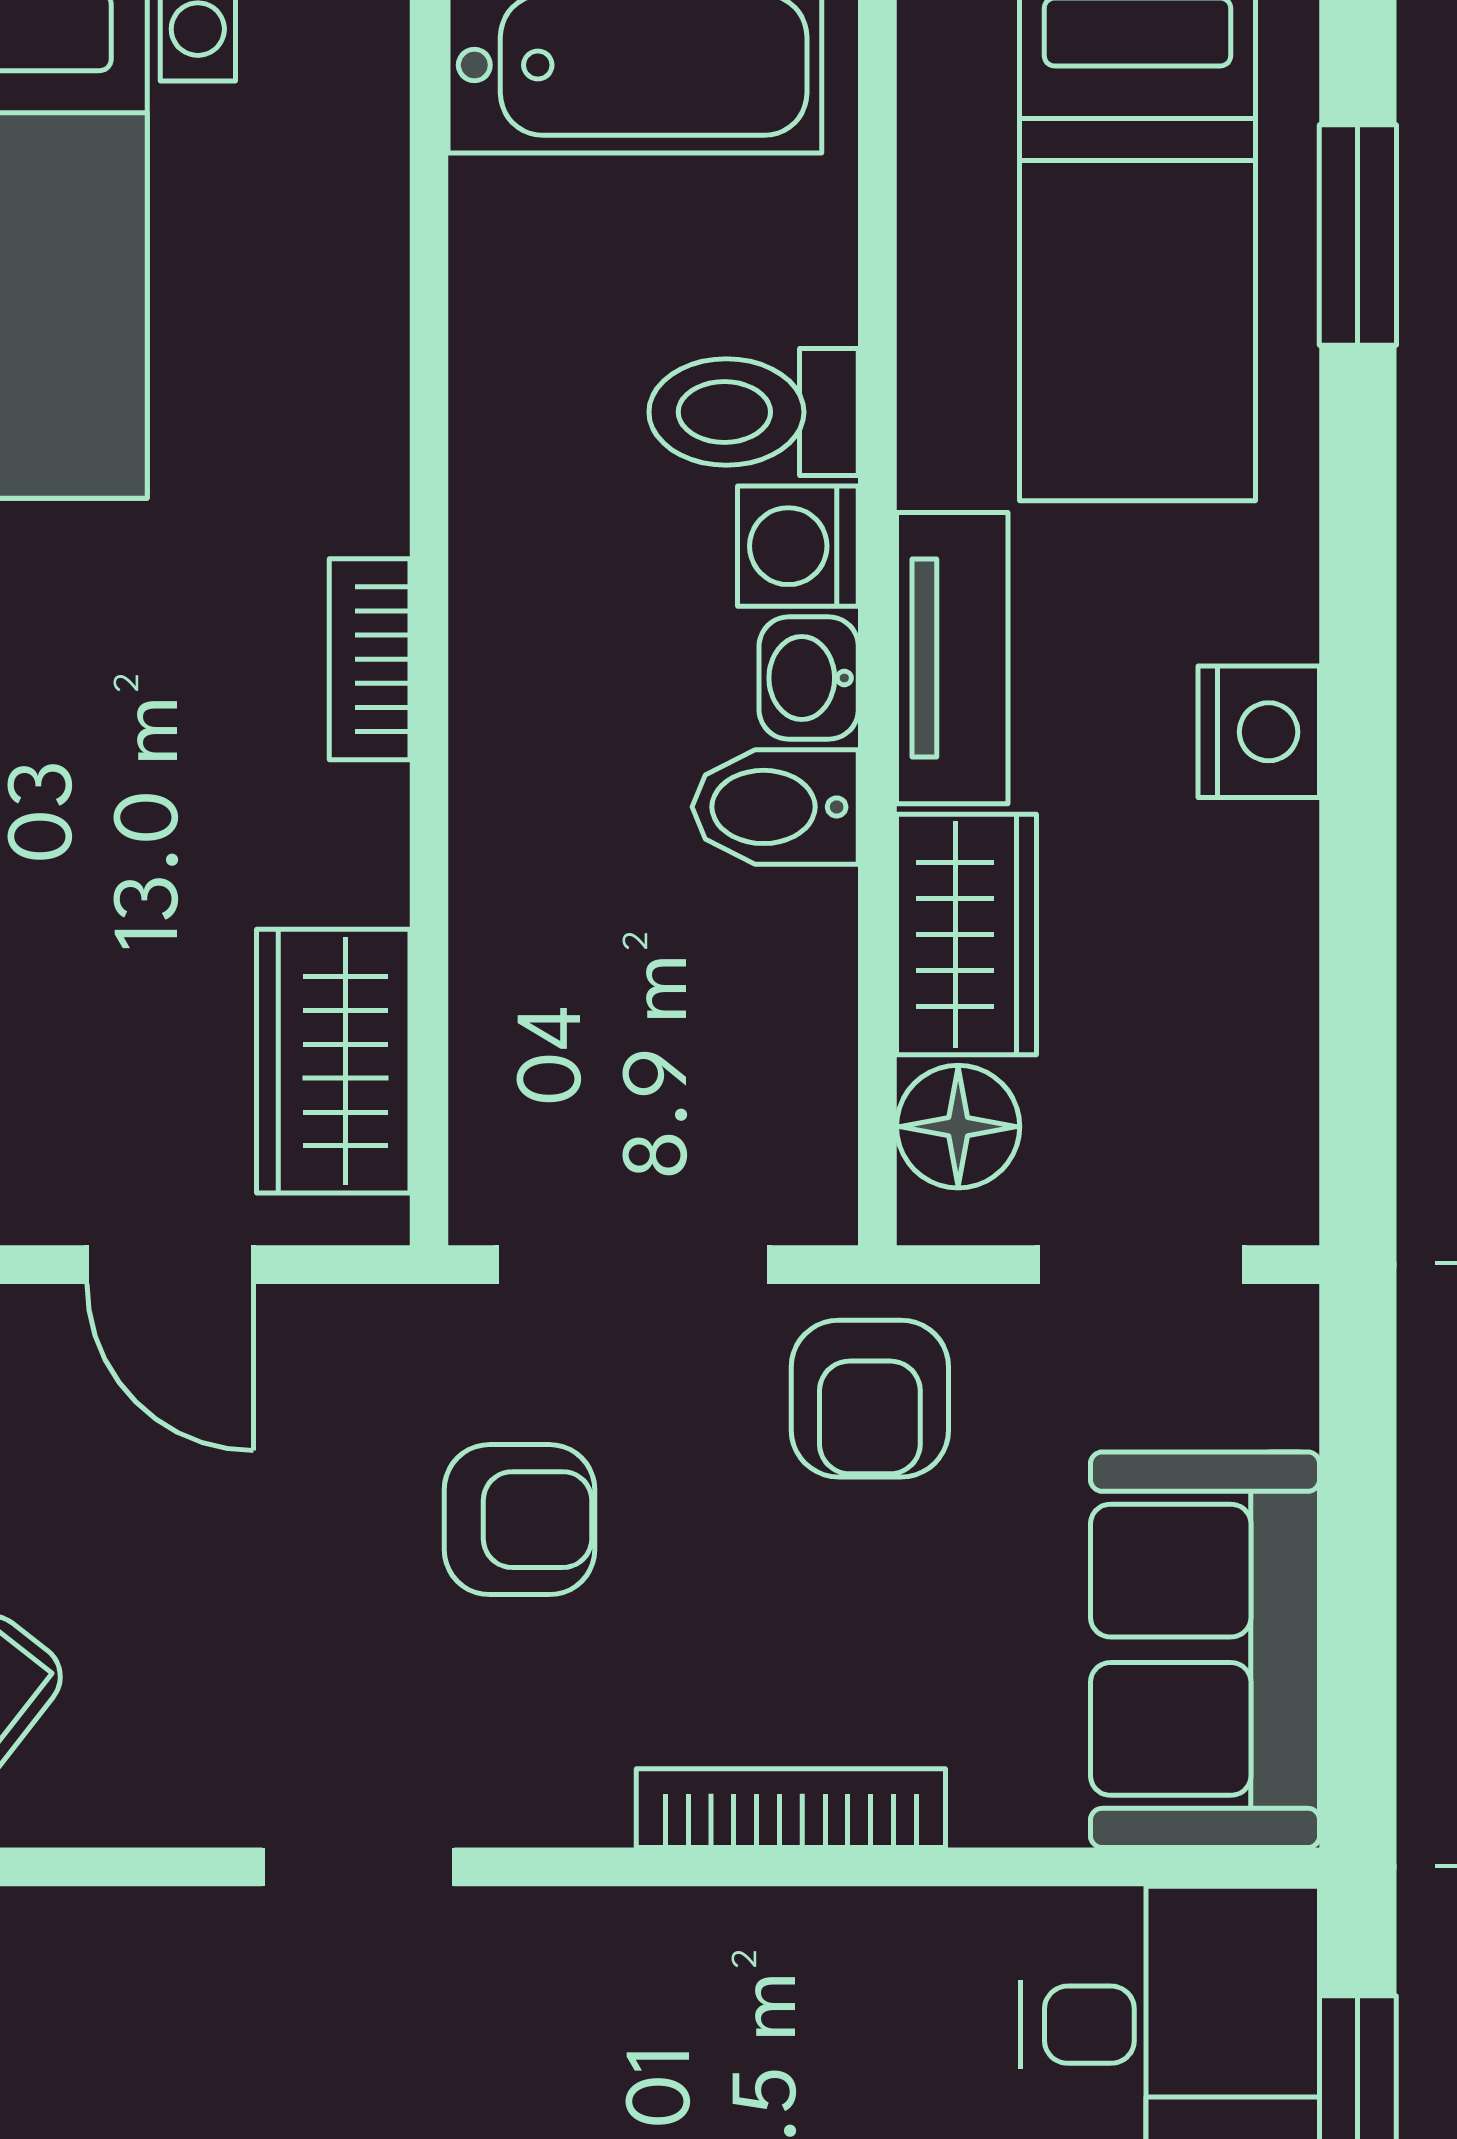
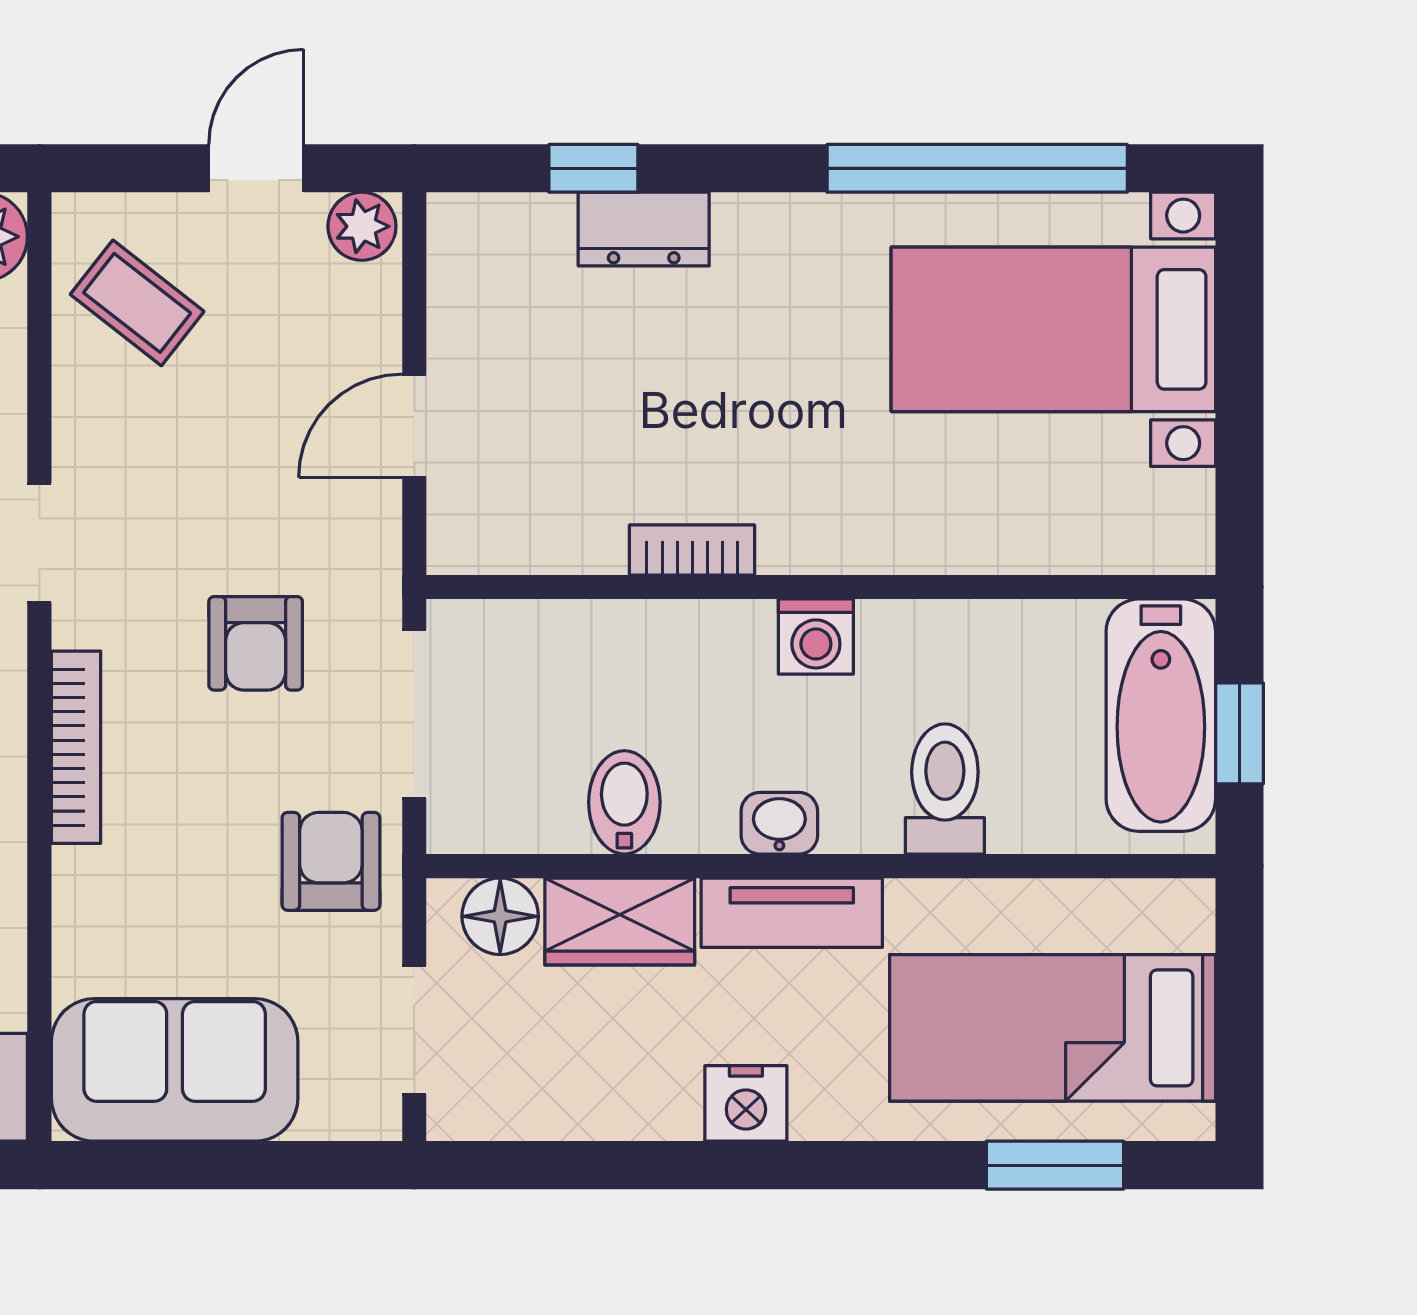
washing machine: (798, 546) -> (816, 636), moved, turned 180
bookcase: (370, 659) -> (692, 550), moved
bidet: (775, 807) -> (624, 802), moved
wardrobe: (333, 1061) -> (541, 527), removed
armchair: (870, 1399) -> (331, 861), turned 90
bookcase: (791, 1808) -> (76, 747), moved

